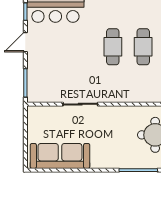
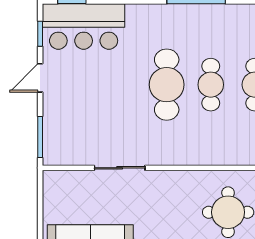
cafe table: (113, 47) -> (167, 85), width x1.37, depth x1.35

